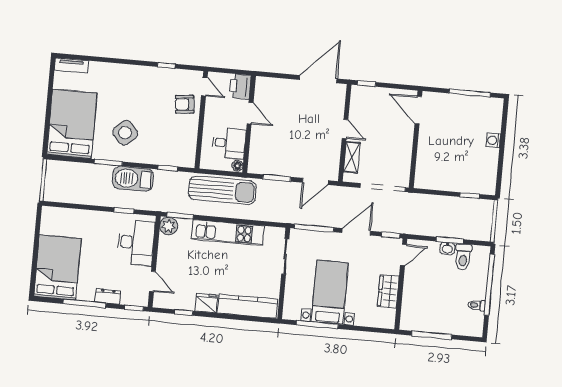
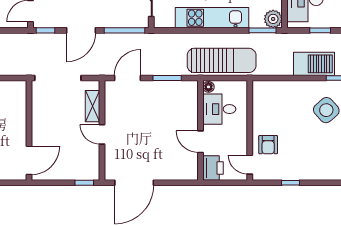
armchair: (185, 104) -> (268, 145), turned 96
door: (418, 110) -> (29, 160), hinge flipped
window: (168, 168) -> (279, 78), removed
sun lounger: (222, 190) -> (222, 60), turned 180

